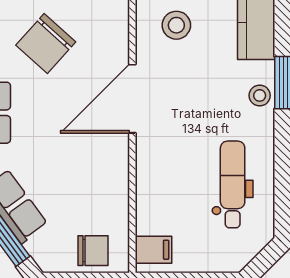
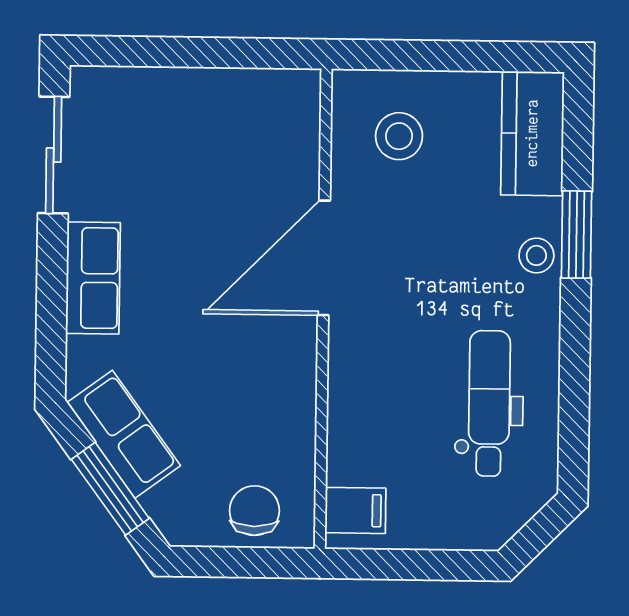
chair: (46, 43) -> (181, 164), removed
chair: (93, 251) -> (254, 511), turned -90

